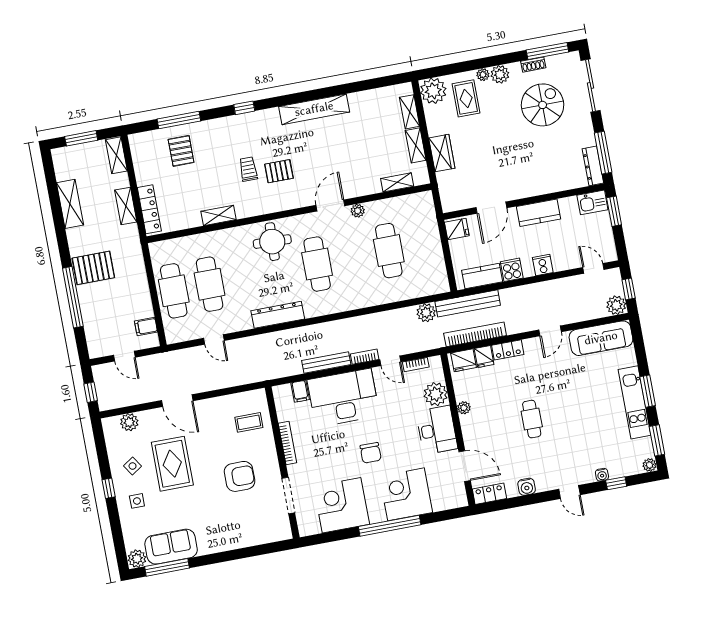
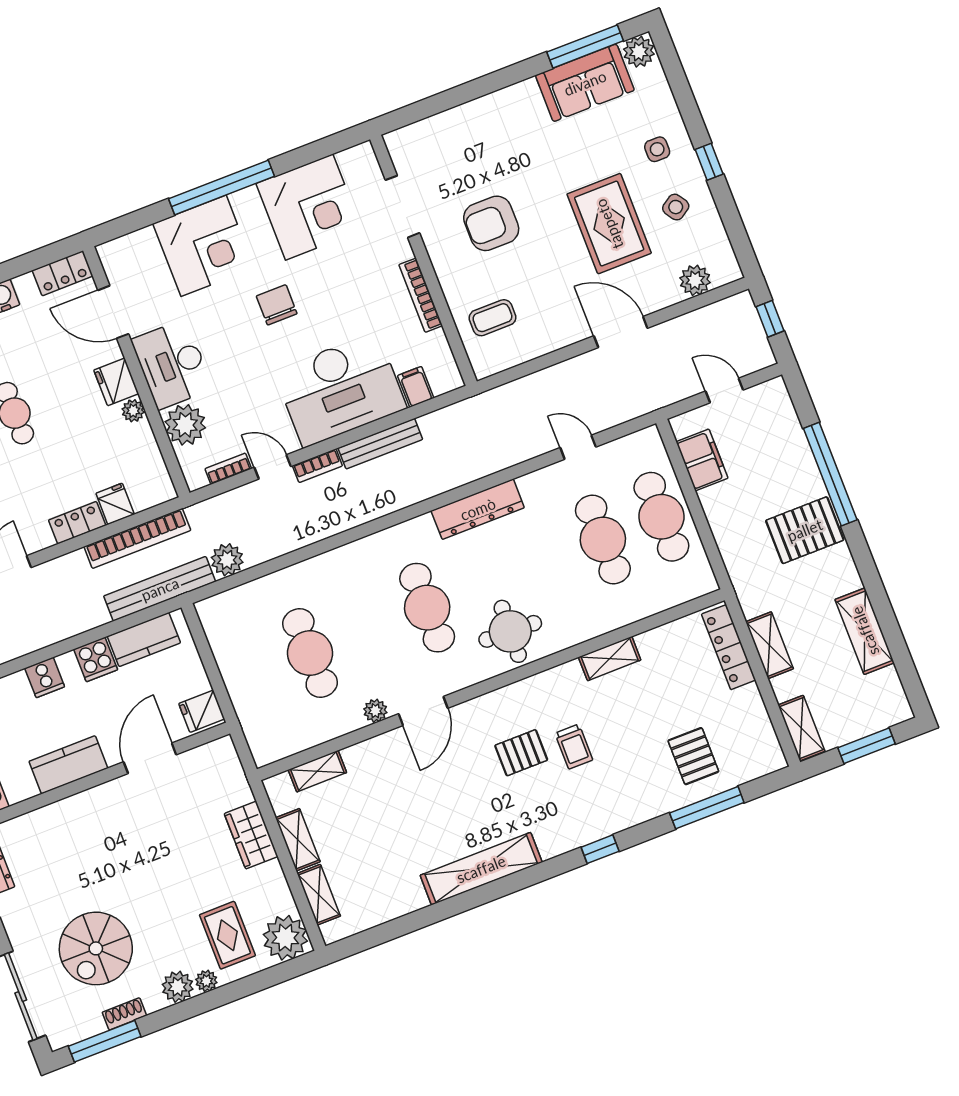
filing cabinet: (146, 326) -> (702, 460), width x2.00
fridge: (464, 360) -> (116, 382), moved, turned -90

